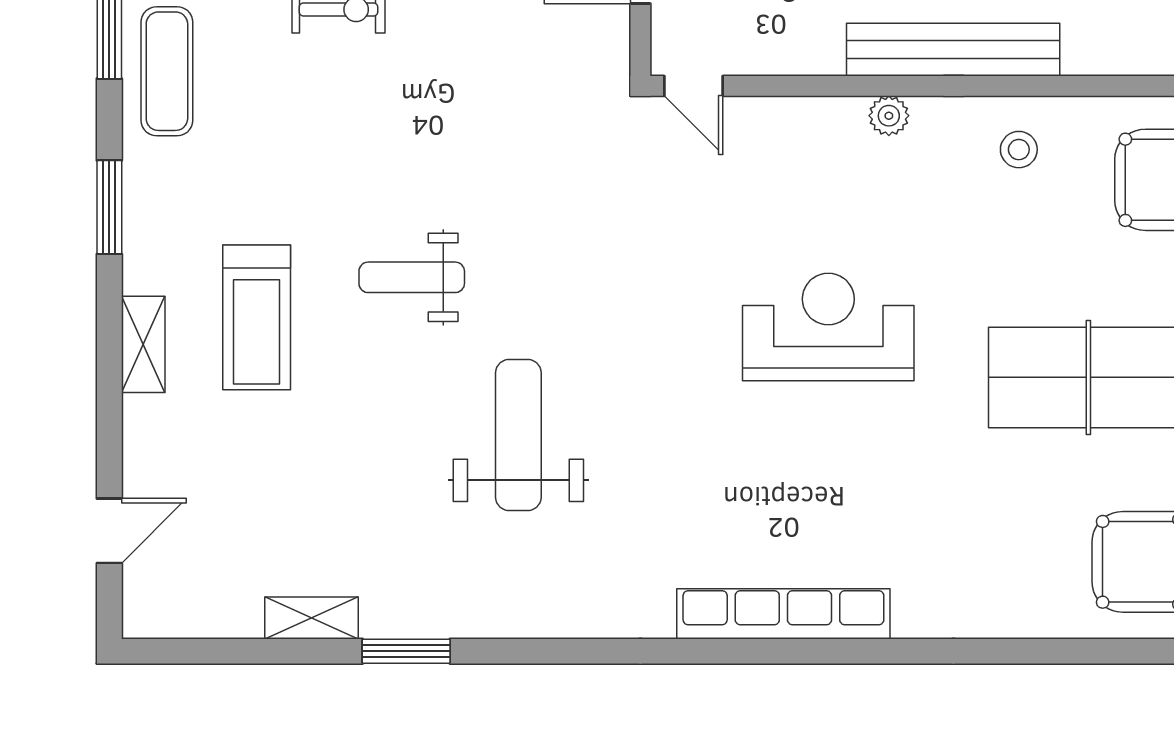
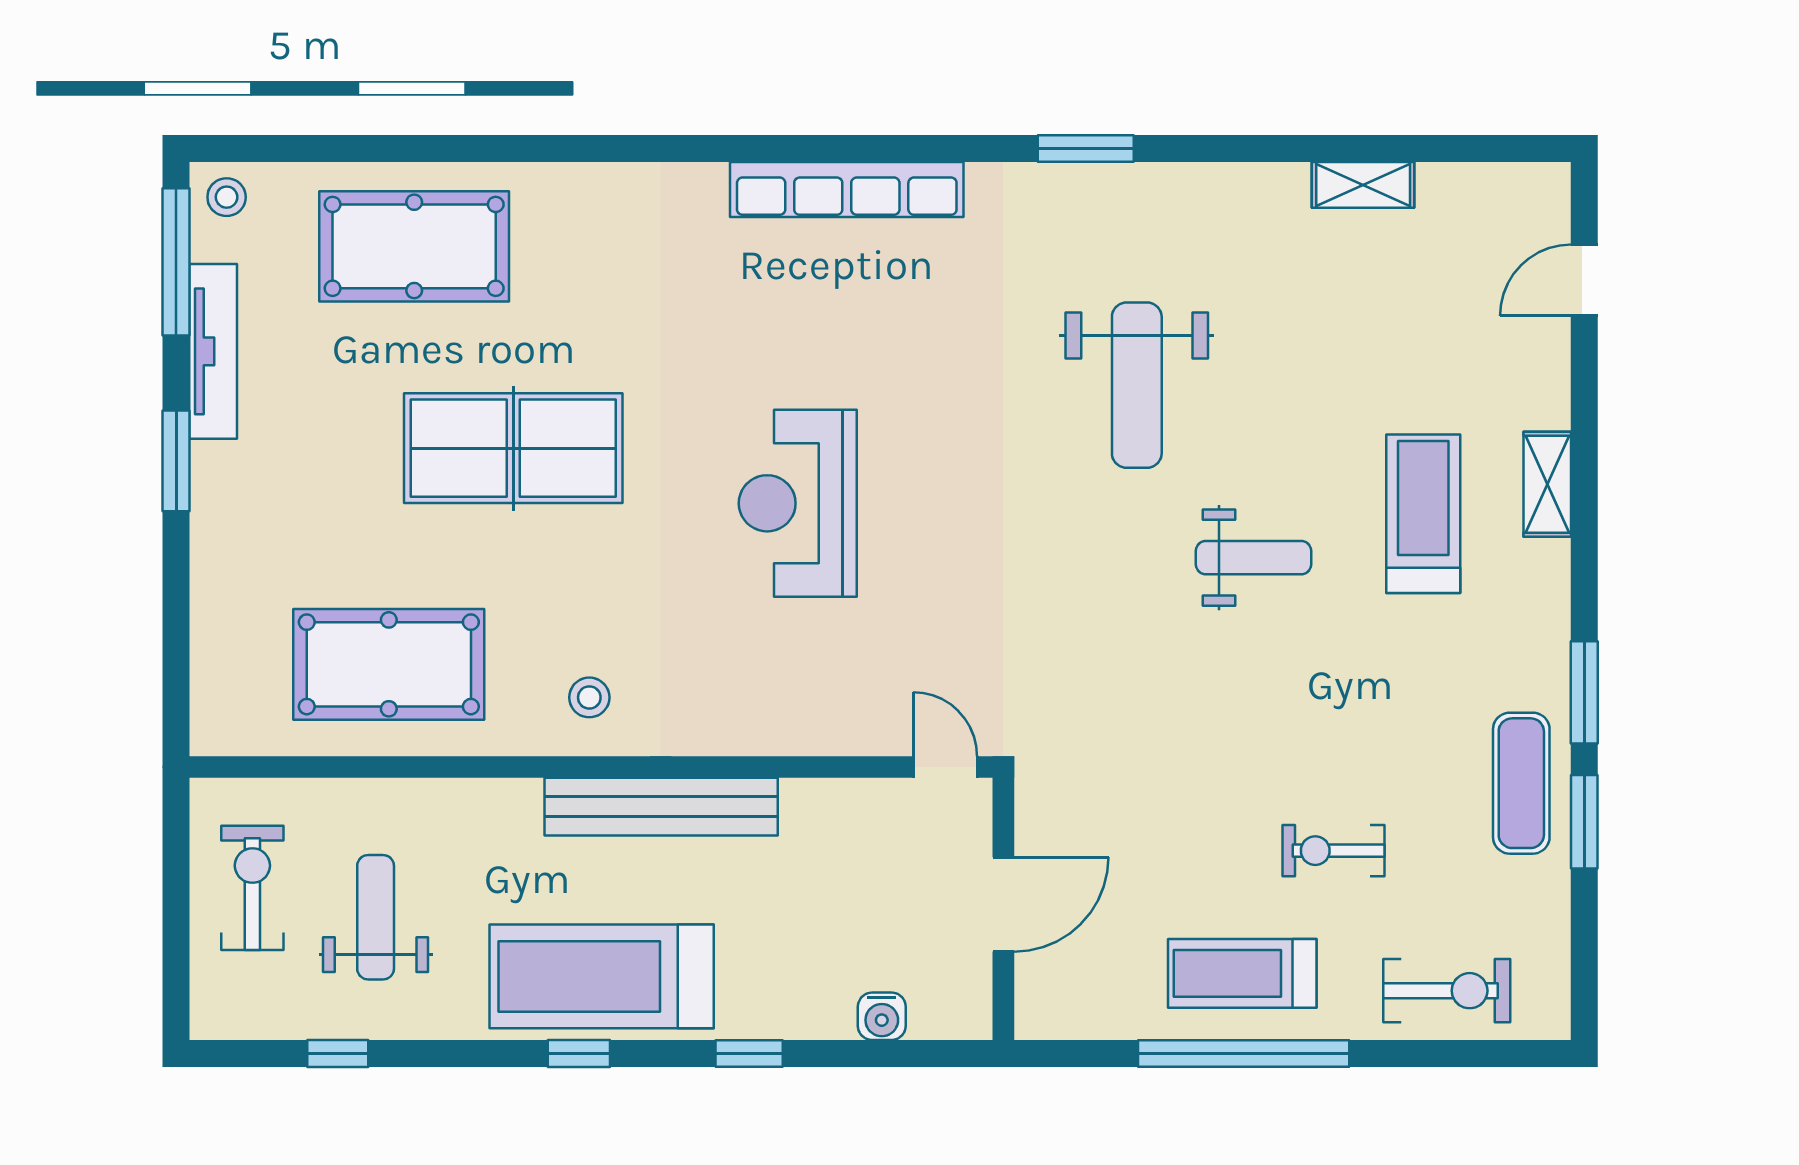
plant: (889, 116) -> (731, 734), removed
window: (109, 207) -> (1584, 692), moved
reception desk: (828, 327) -> (798, 503), turned 90
window: (406, 651) -> (1086, 149), moved

